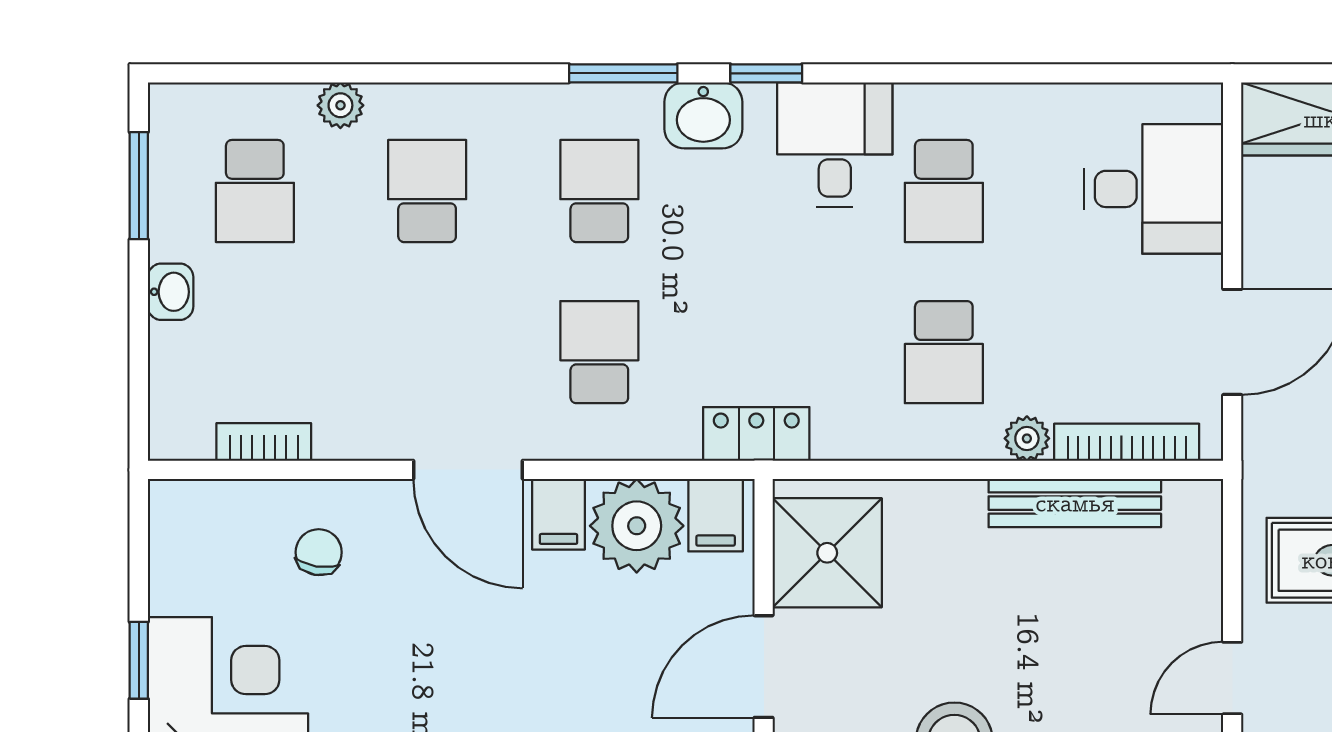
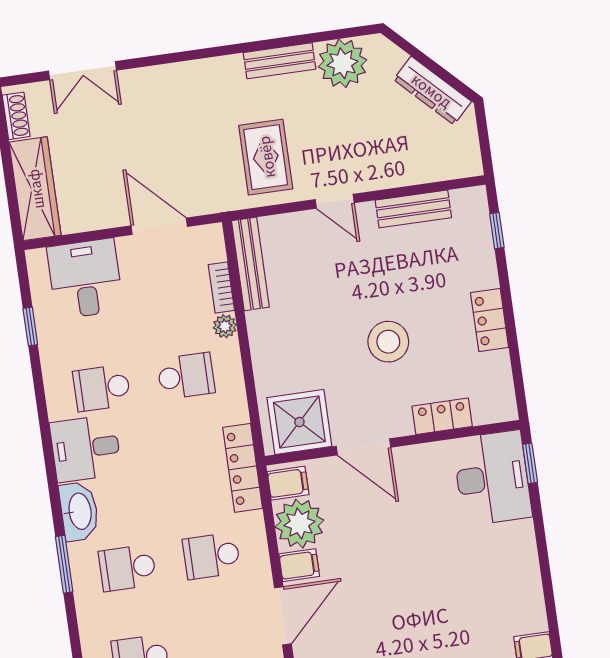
window: (766, 73) -> (30, 326), moved
washbasin: (703, 115) -> (79, 511), width x1.38
school desk: (944, 191) -> (102, 388), turned 180
locker: (756, 434) -> (243, 468), width x1.53
bookcase: (1127, 442) -> (221, 288), width x0.64
bench: (1075, 503) -> (250, 264), moved

